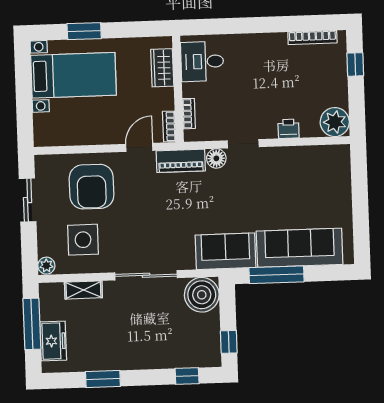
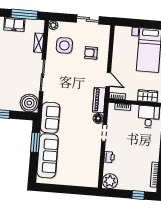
armchair: (92, 187) -> (91, 53), width x0.53, depth x0.53
window: (277, 275) -> (35, 142), width x0.69

